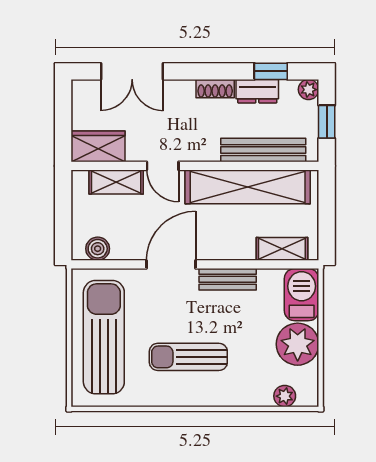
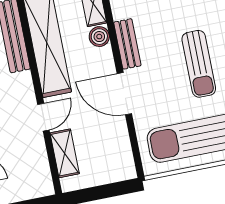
wardrobe: (98, 146) -> (38, 174), removed
boiler: (98, 249) -> (99, 37), moved

